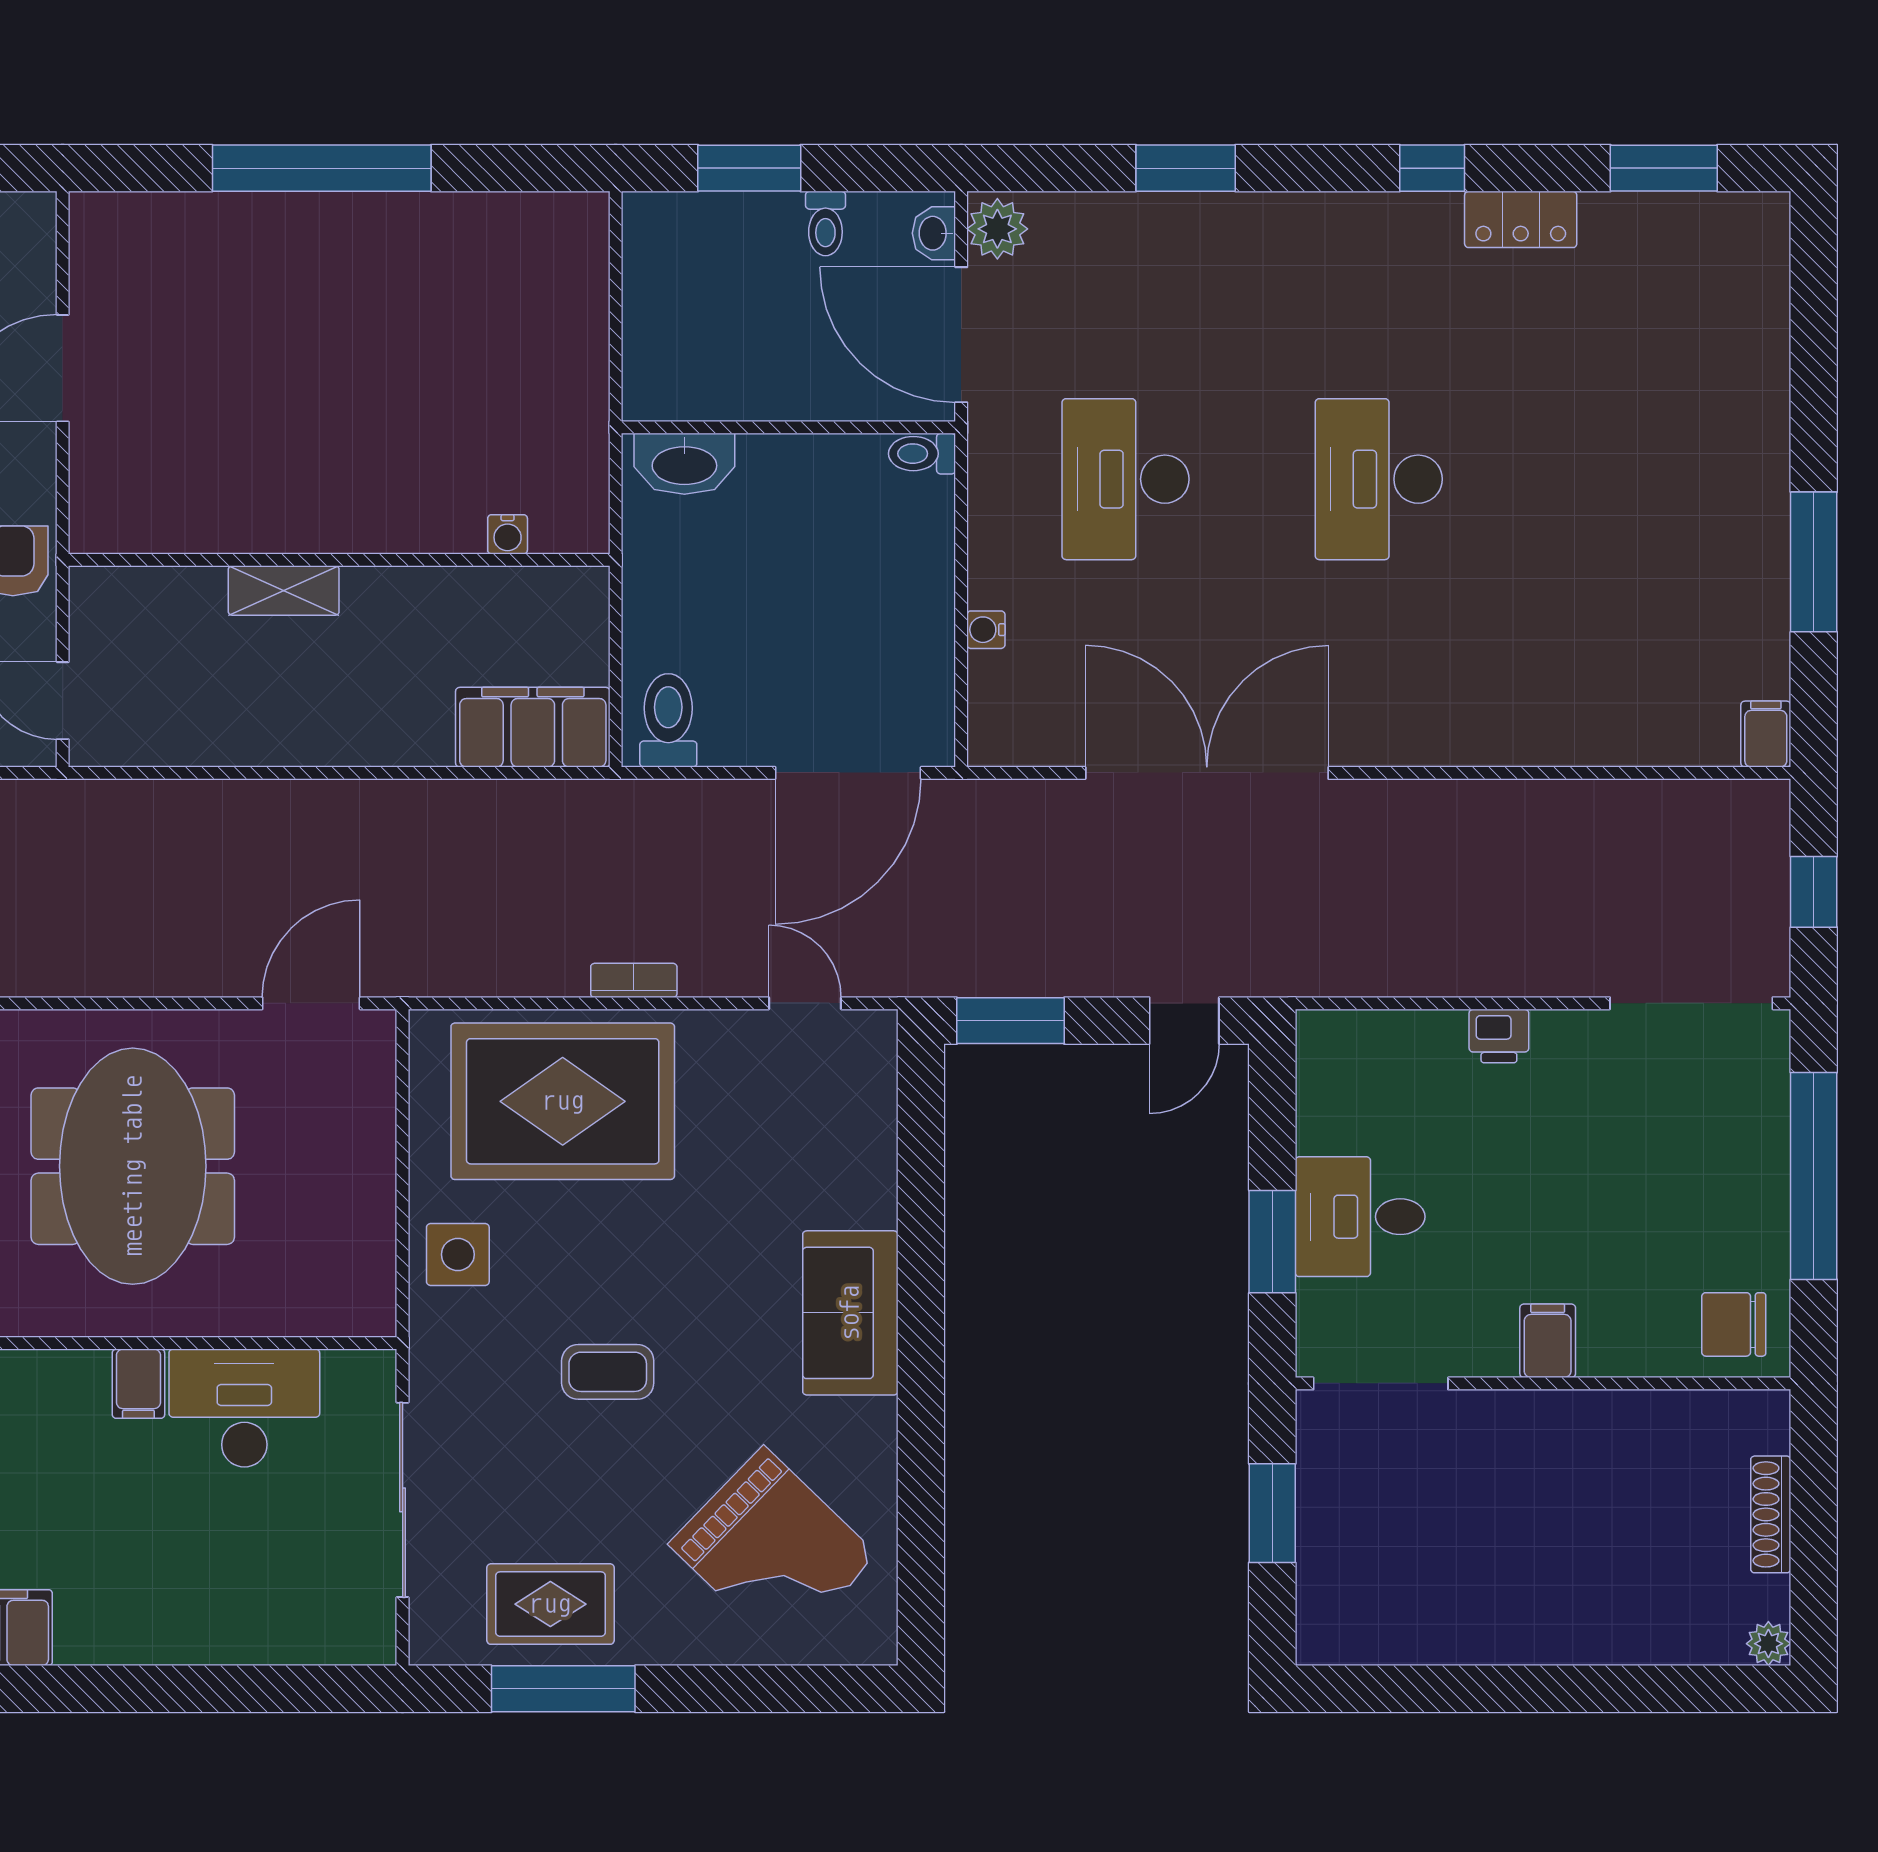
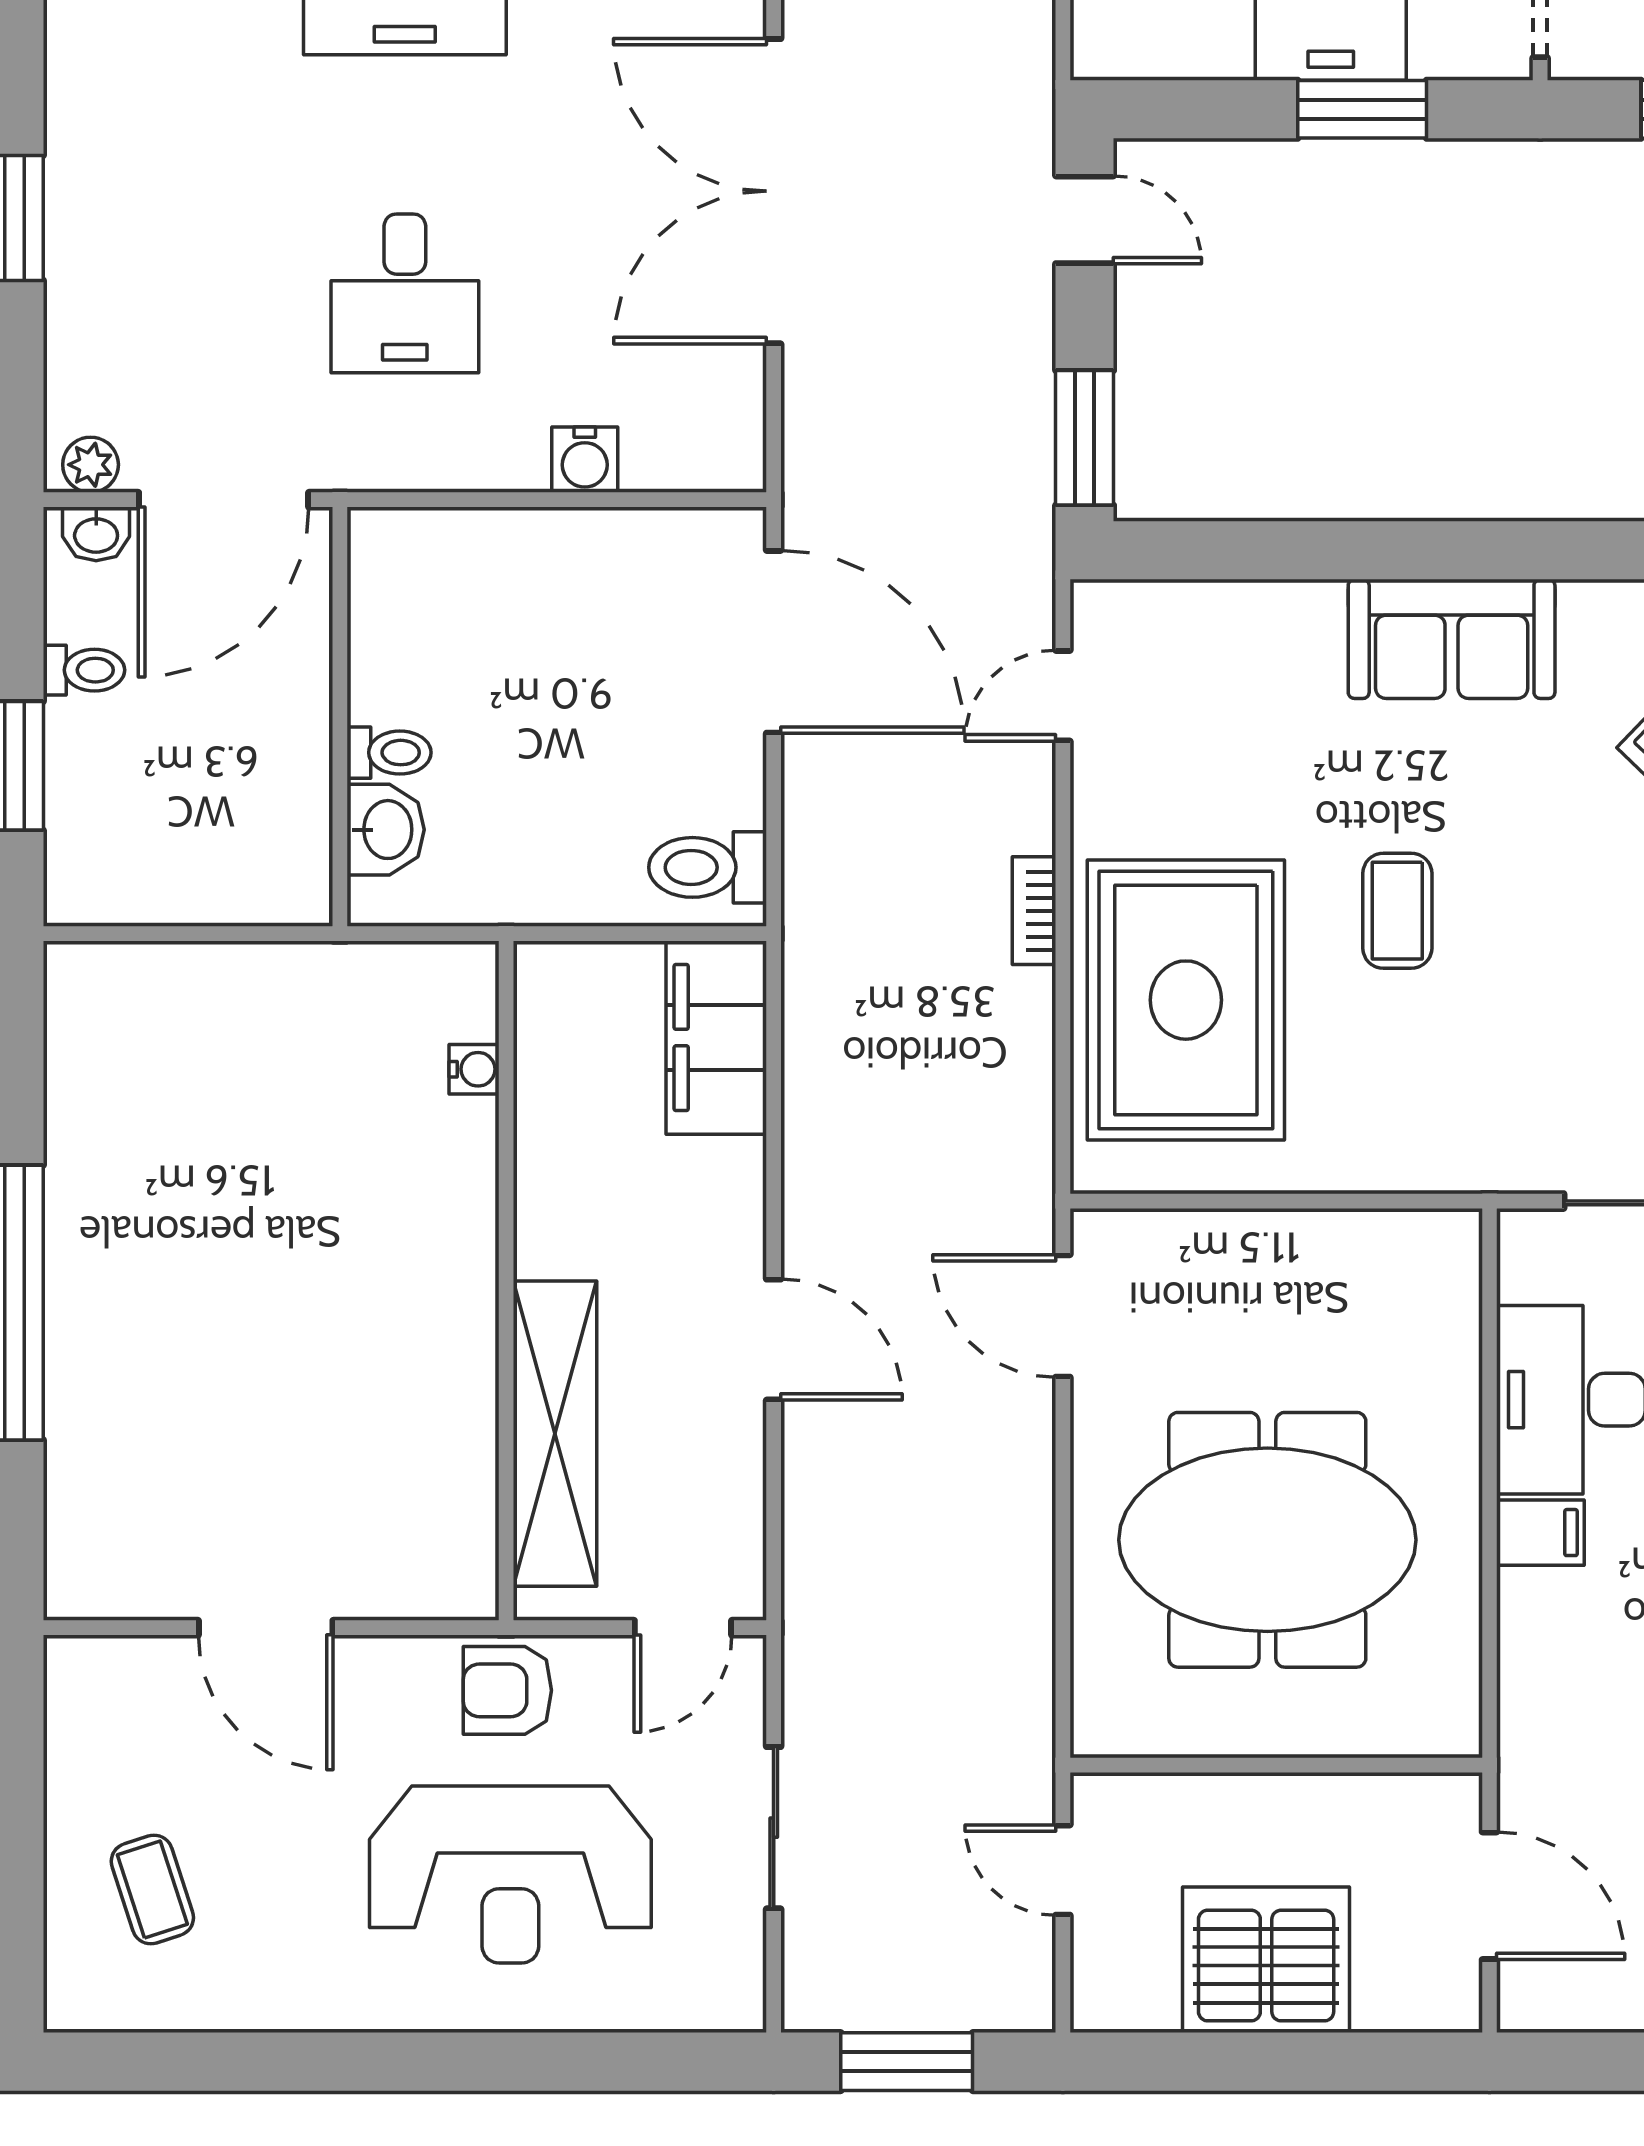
plant: (997, 229) -> (91, 465), width x0.73, depth x0.73
toilet: (922, 454) -> (389, 753), moved, turned -90
washbasin: (684, 464) -> (386, 830), width x0.72
desk: (1126, 479) -> (405, 293), width x0.73
shelving: (284, 590) -> (555, 1434), width x2.20, depth x1.33
water cooler: (986, 630) -> (585, 460), width x1.38, depth x1.38
door: (292, 773) -> (774, 1340), added
side table: (458, 1254) -> (1378, 1132), removed
coffee table: (608, 1372) -> (1397, 911), moved

